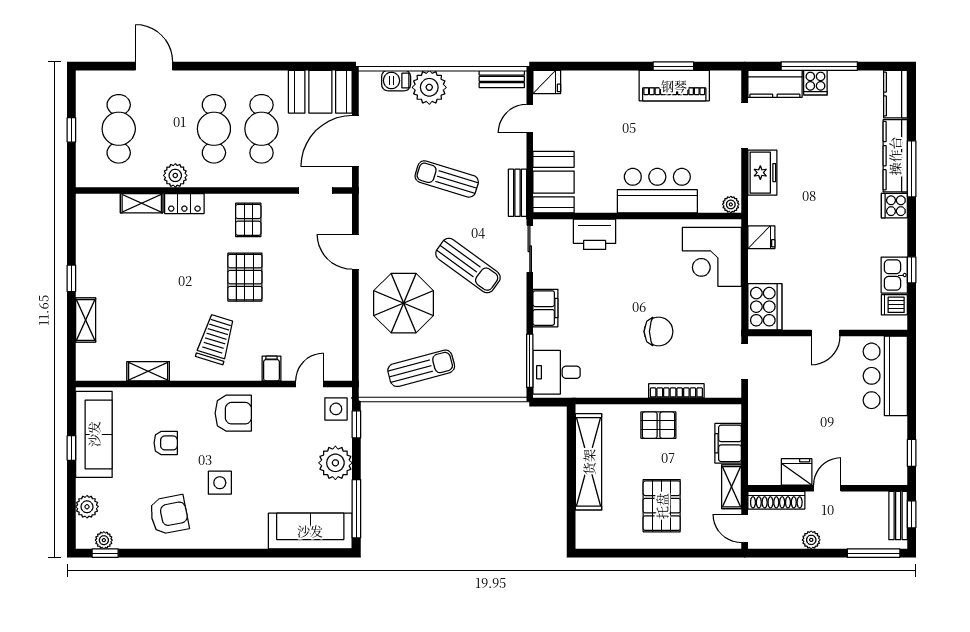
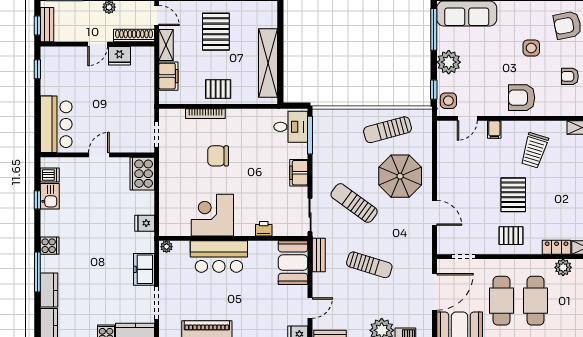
kitchen counter: (895, 156) -> (49, 290), width x0.67
pallet: (248, 220) -> (511, 236), turned 90
printer: (595, 234) -> (264, 229), width x0.53, depth x0.68
corner desk: (712, 257) -> (212, 215), moved, turned -90

